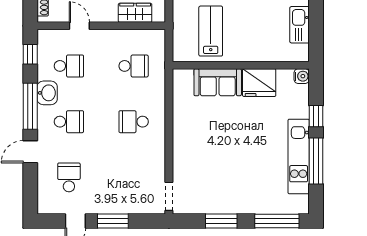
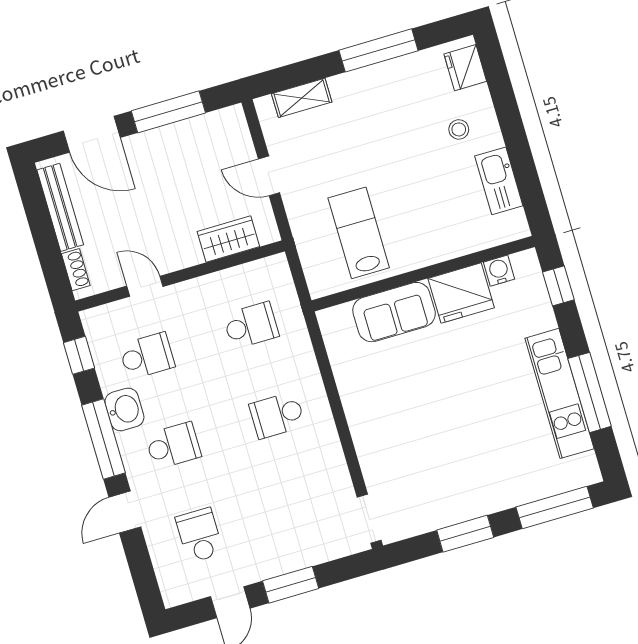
water cooler: (302, 76) -> (499, 271), moved, turned -90
window: (316, 116) -> (558, 286), moved

